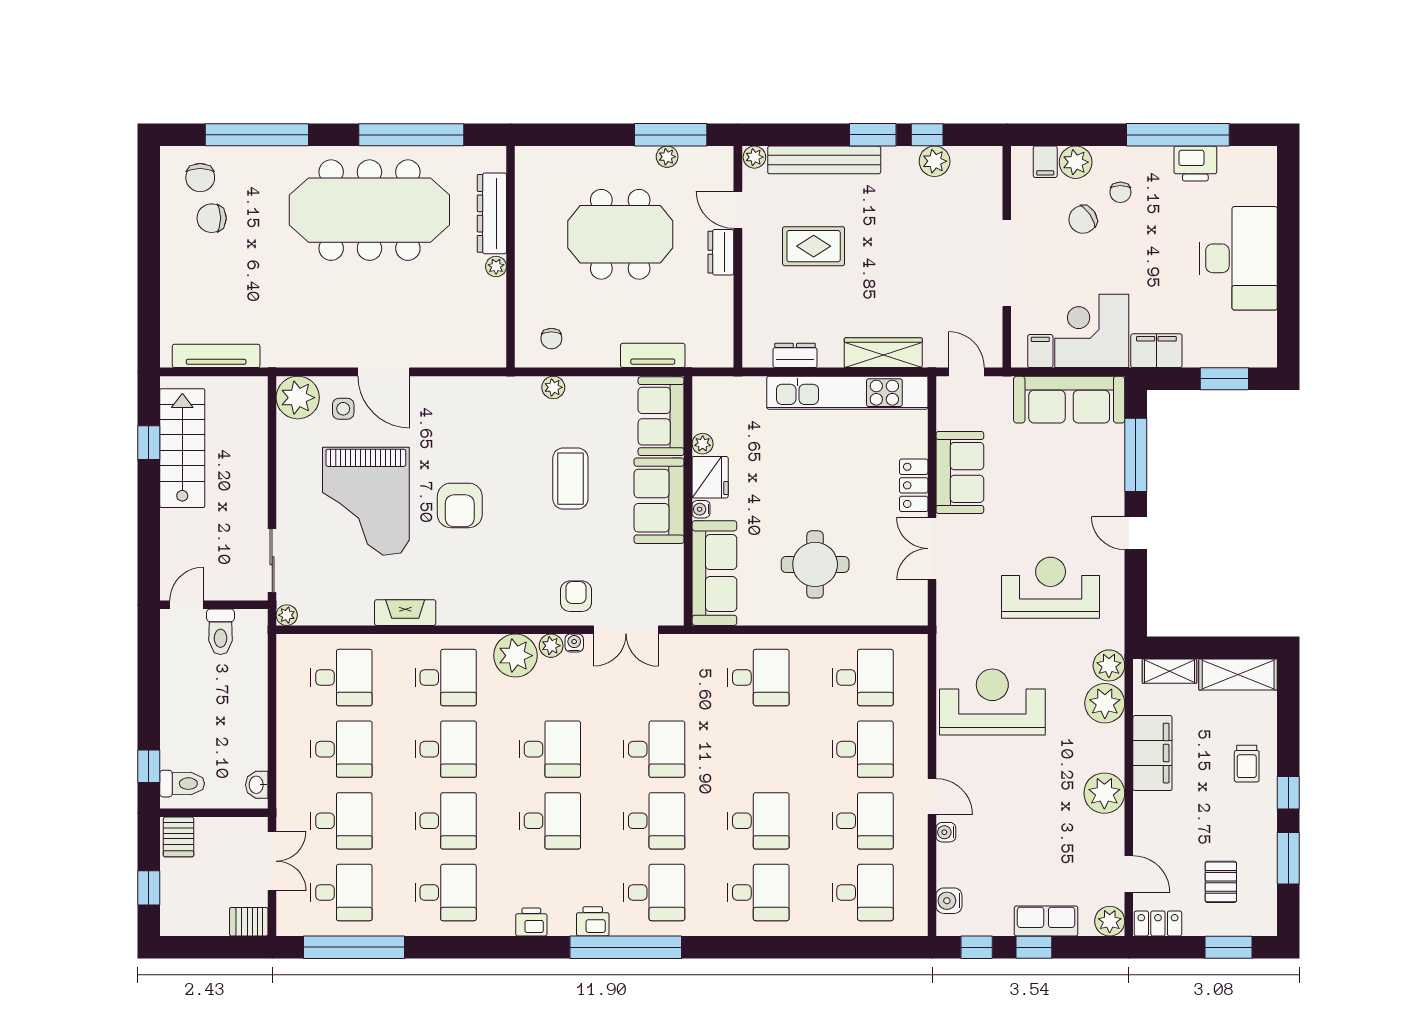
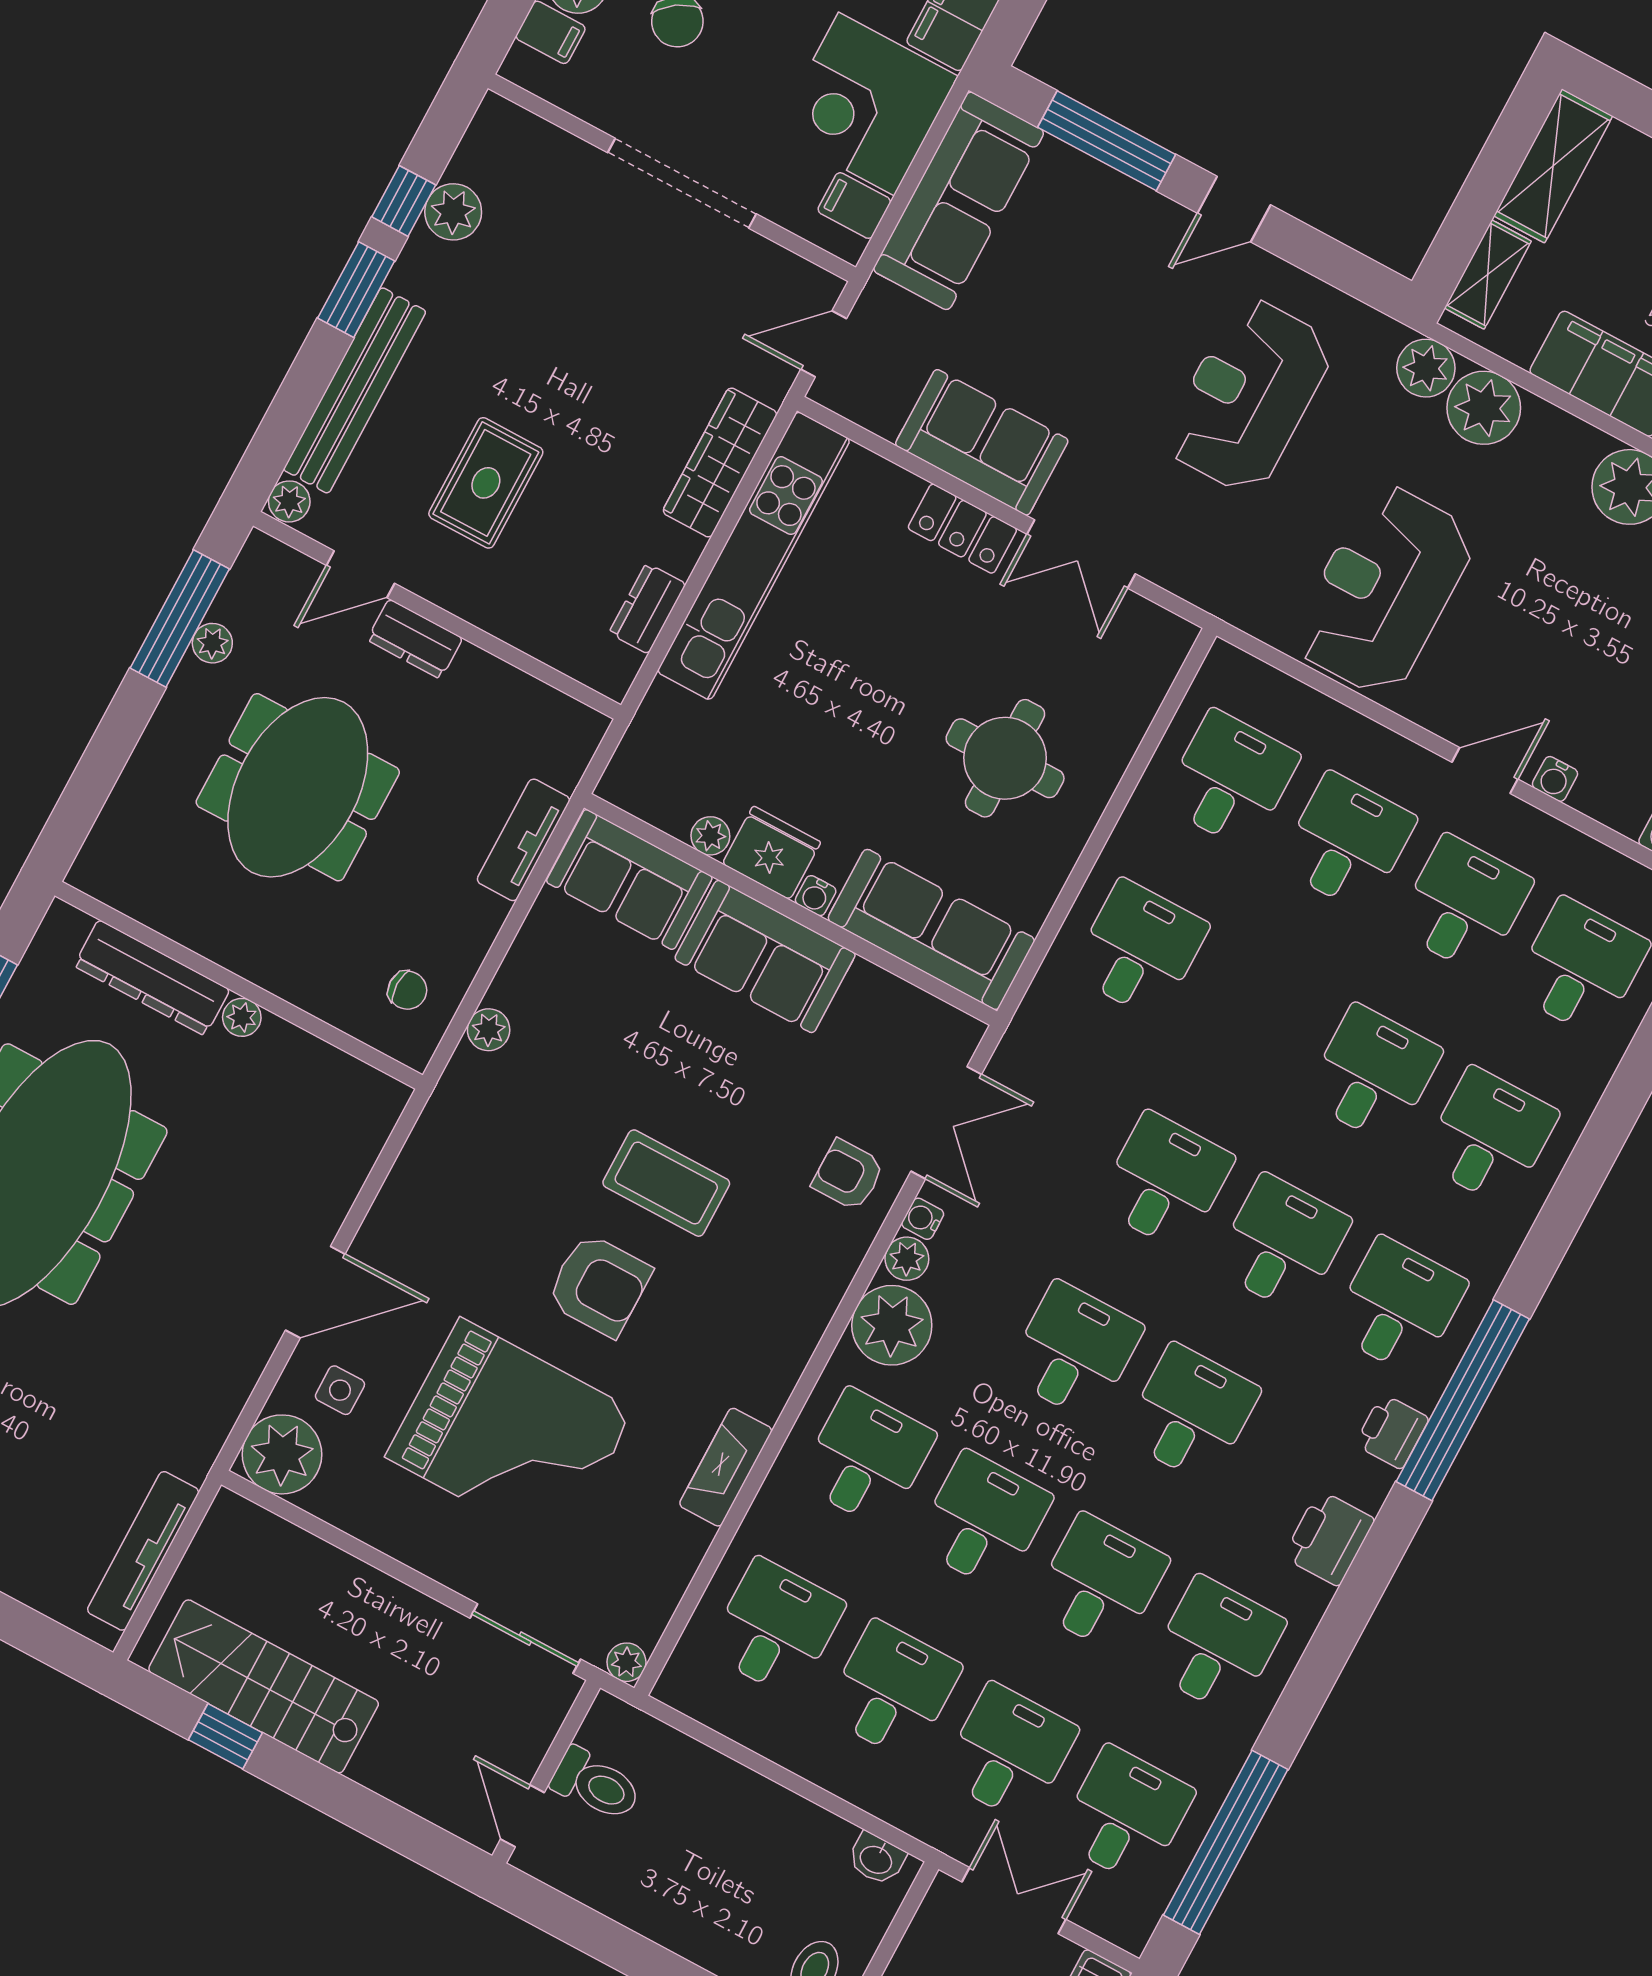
coffee table: (570, 479) -> (666, 1183), moved
printer: (531, 922) -> (1329, 1538), width x1.36, depth x1.24

